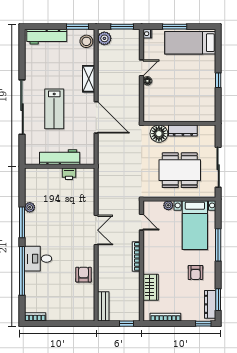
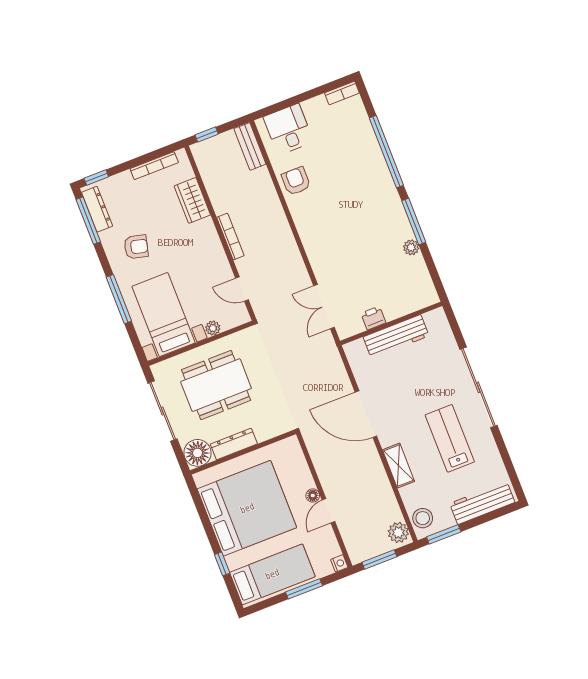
window: (218, 80) -> (222, 564), moved
bed: (190, 89) -> (247, 508), added
lab bench: (54, 109) -> (450, 438), moved
floor lamp: (159, 134) -> (198, 453), moved
double door: (96, 230) -> (324, 307), moved
desk: (38, 259) -> (288, 129), moved, turned -90
armchair: (195, 272) -> (136, 247), turned 104
armchair: (84, 275) -> (296, 181), turned 180
window: (218, 300) -> (88, 221), width x1.44

